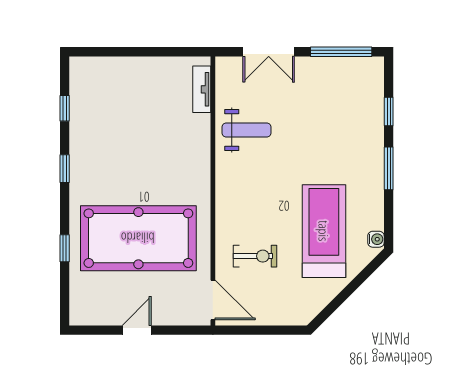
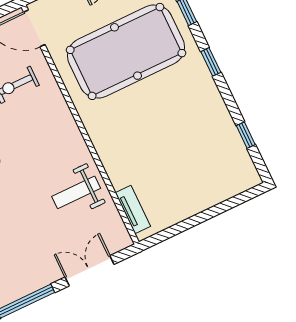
window: (65, 169) -> (211, 62), moved

